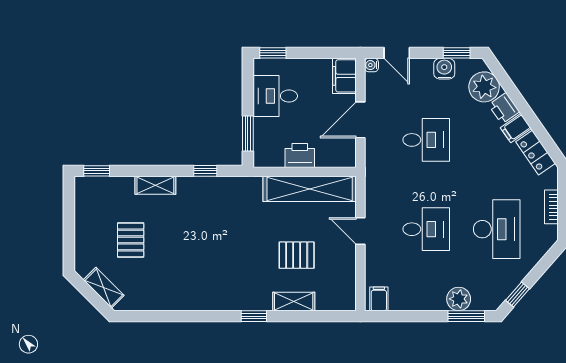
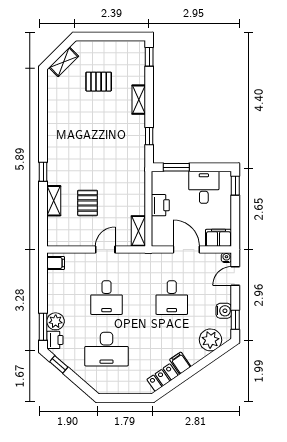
printer: (504, 108) -> (55, 340), moved, turned 125
shelving: (310, 189) -> (138, 231), width x0.45, depth x0.75
bookcase: (551, 207) -> (123, 389), removed

